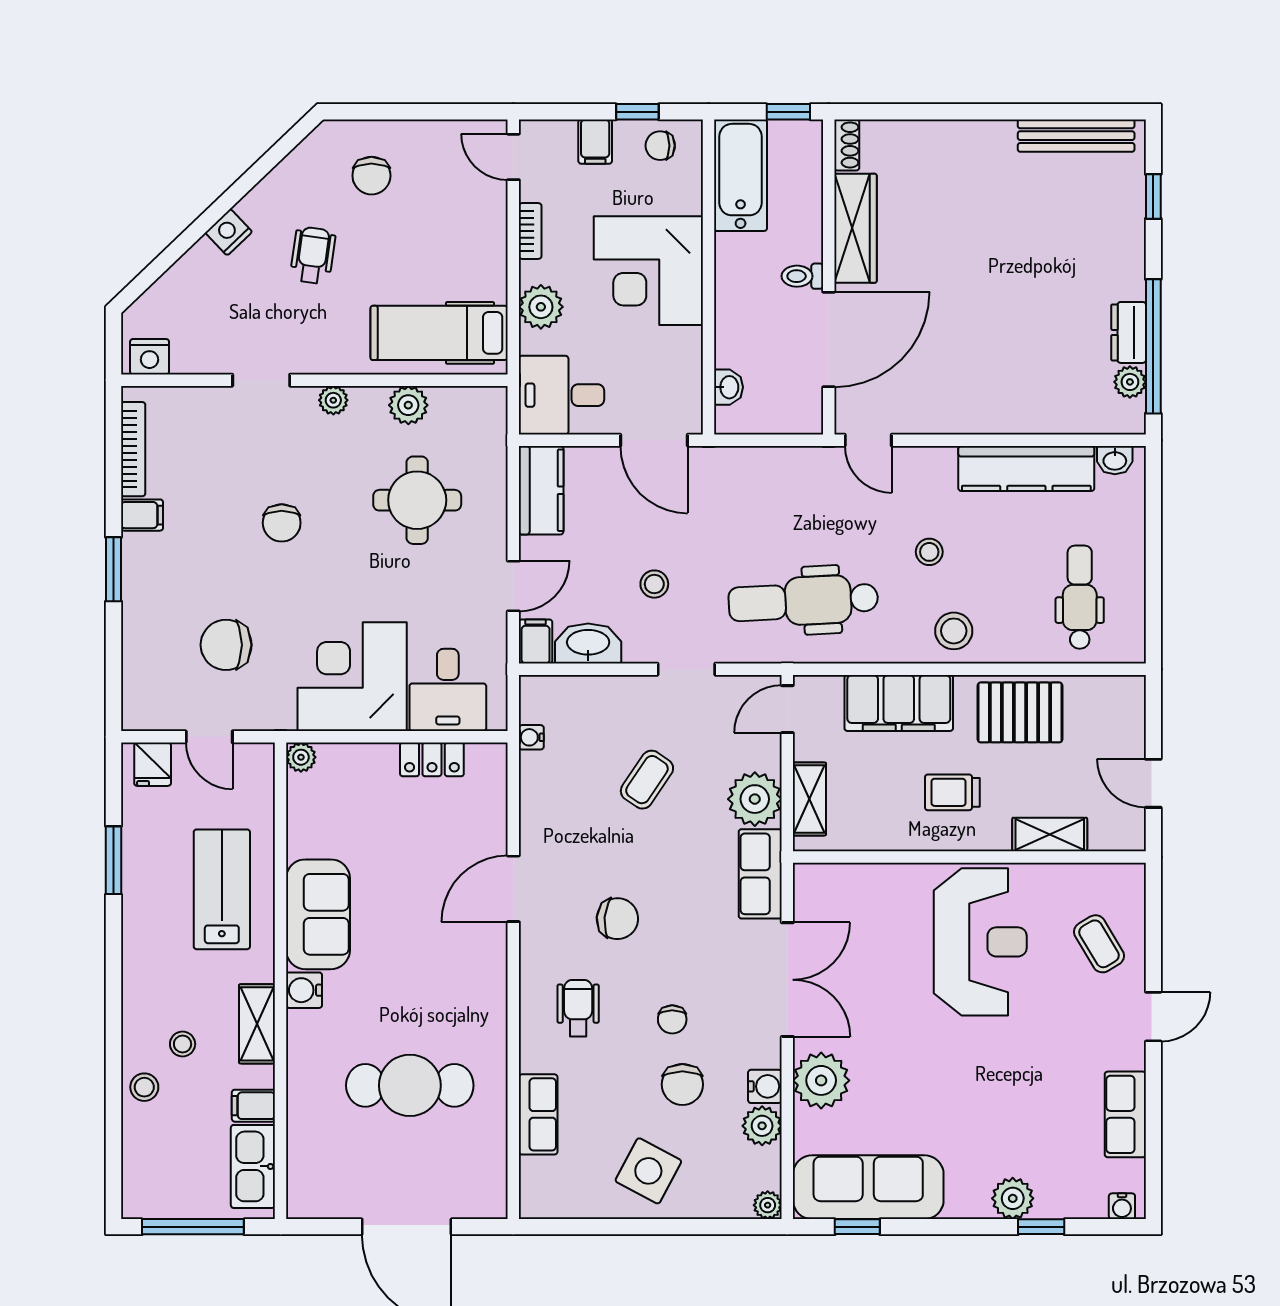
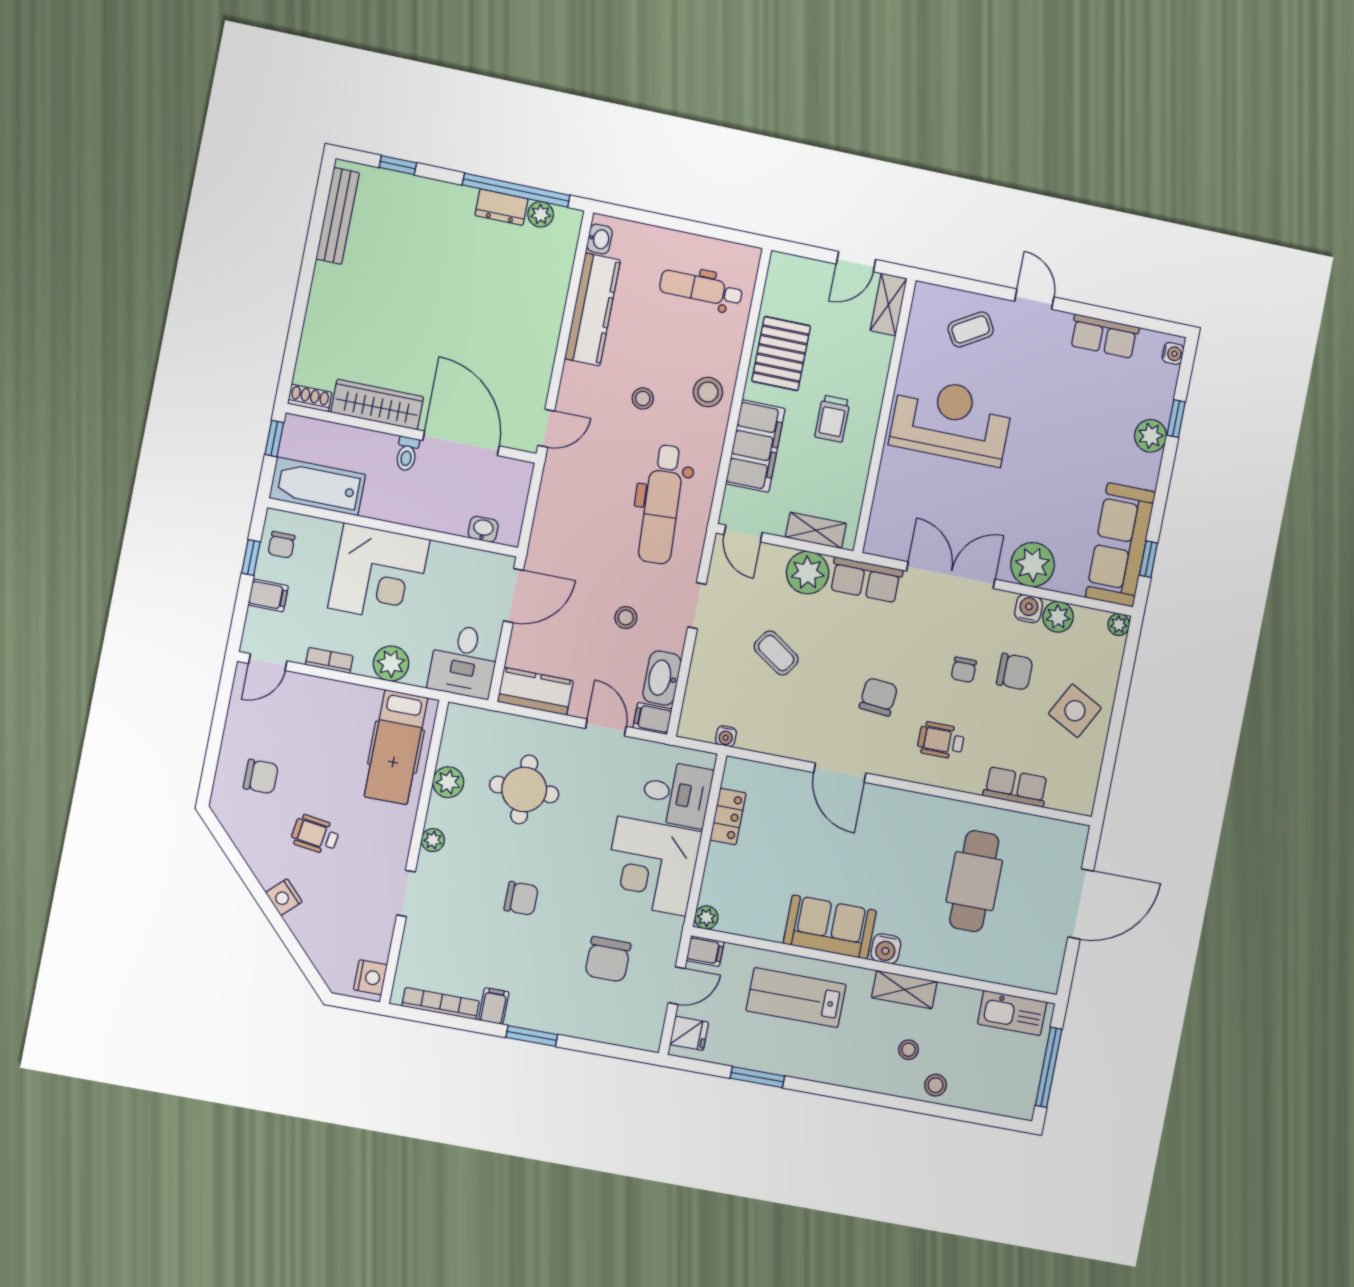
shelving: (1050, 835) -> (889, 305), moved
chair: (672, 1019) -> (964, 670), turned 90
filing cabinet: (253, 1106) -> (705, 951), moved, turned -90

